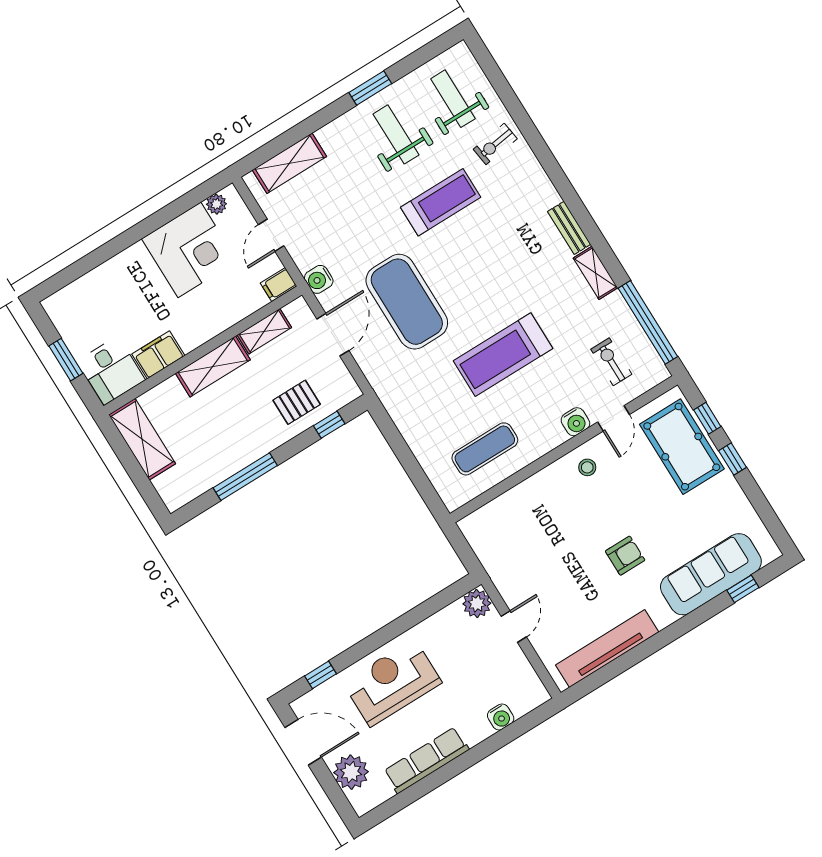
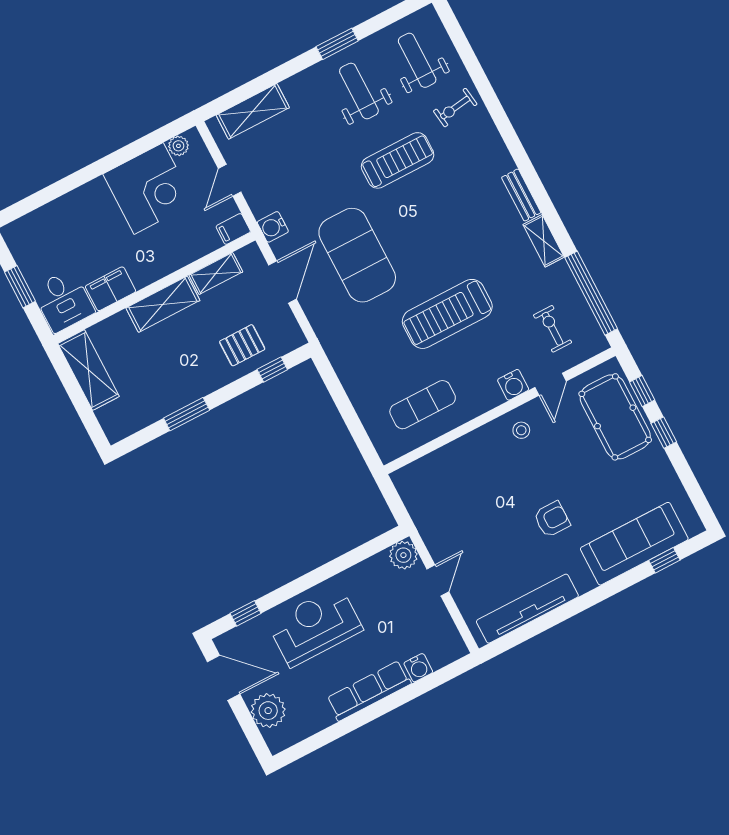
window: (245, 477) -> (187, 414), width x0.69
row of seats: (426, 760) -> (369, 691), moved

